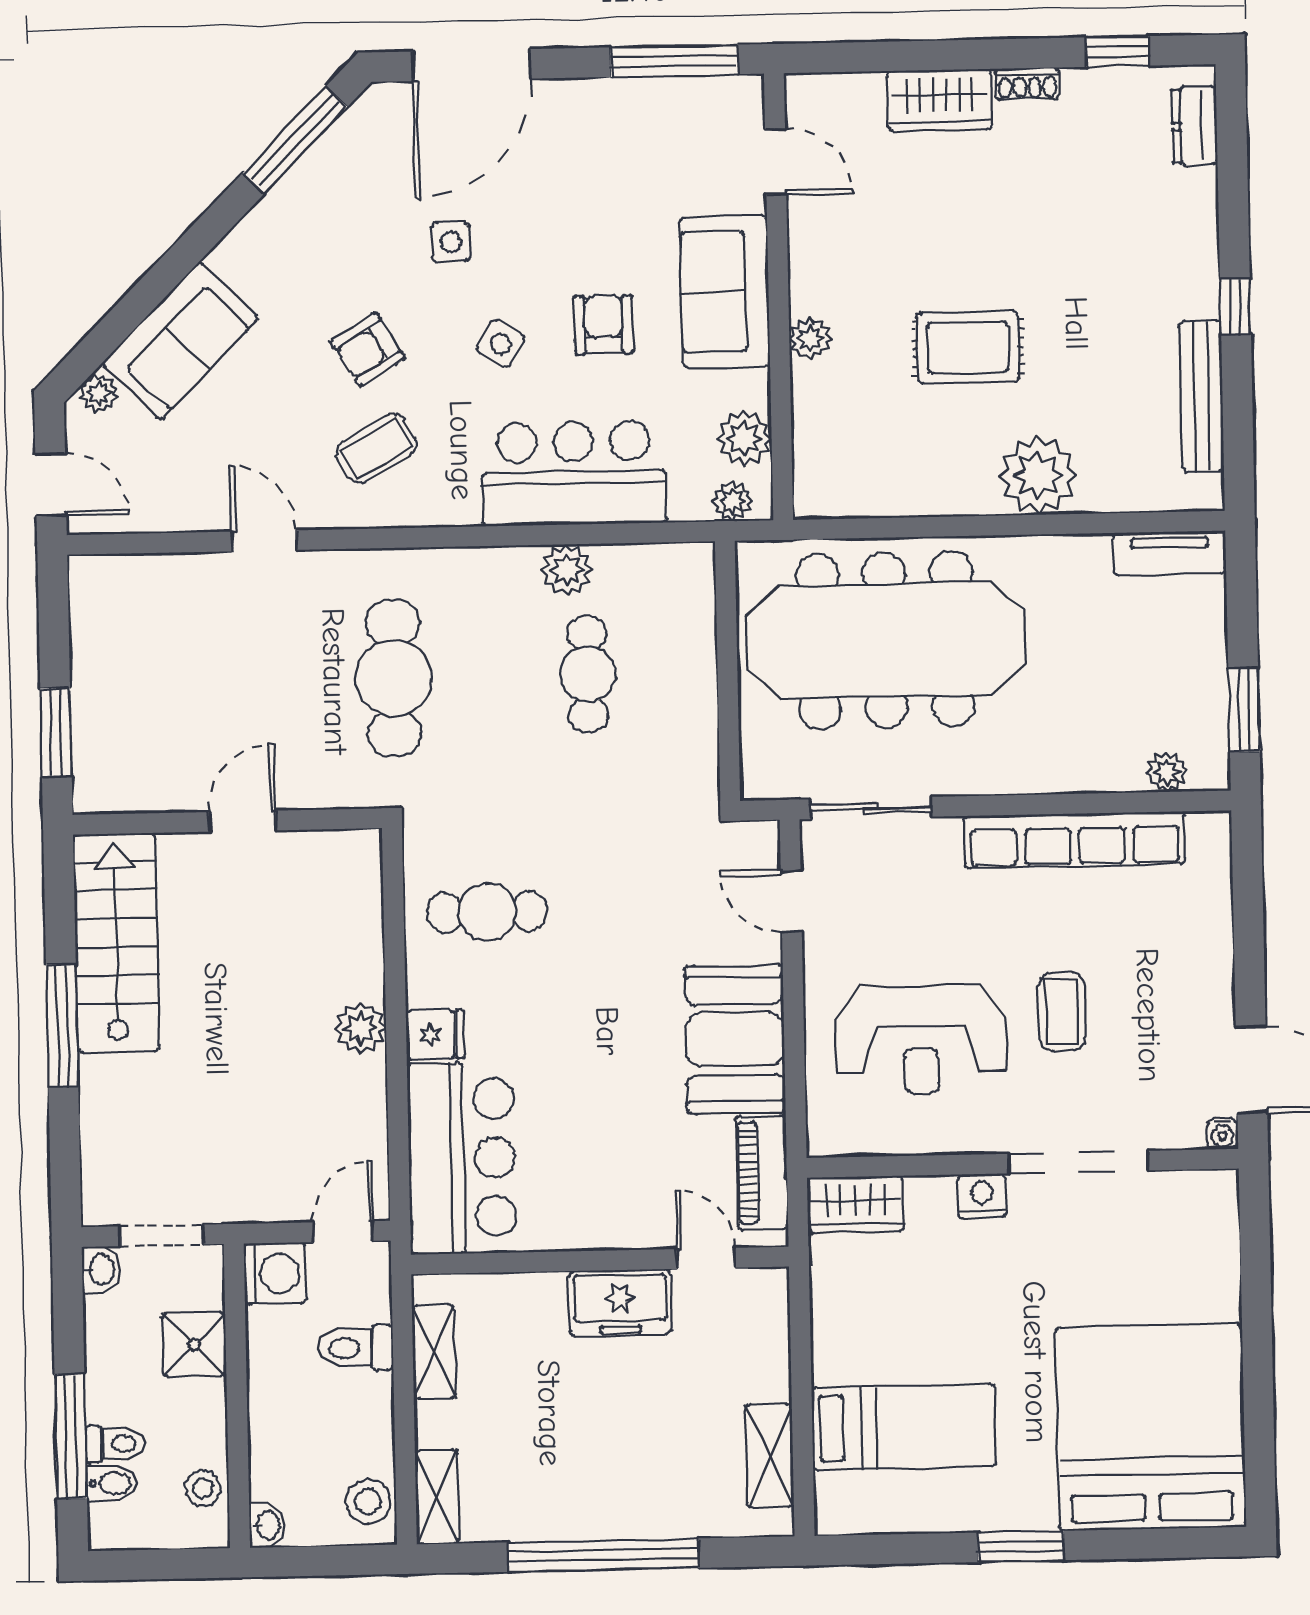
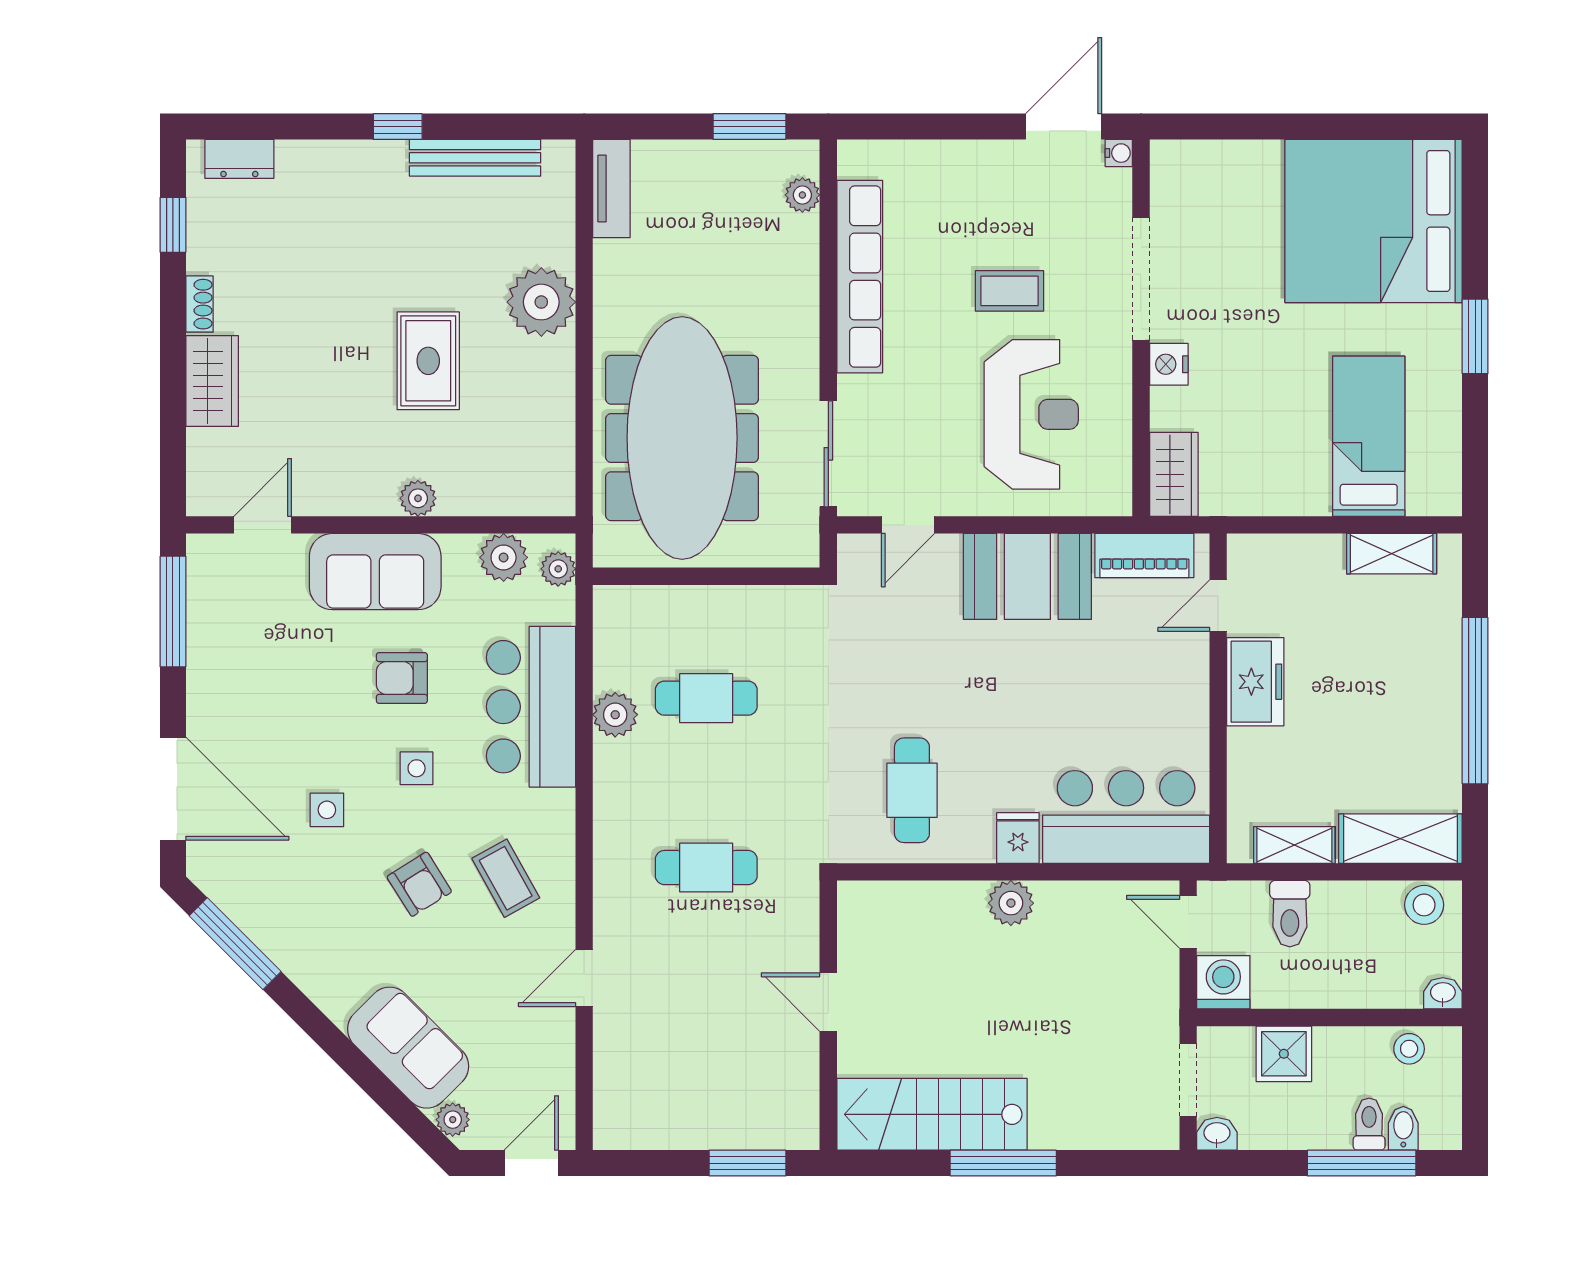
side table: (501, 344) -> (417, 768), turned -30
cafe table: (394, 678) -> (706, 868), width x0.73, depth x0.74
shelving: (437, 1497) -> (1400, 839), width x1.50, depth x1.33

